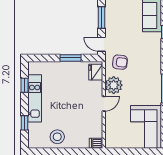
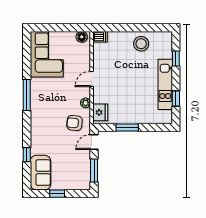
door: (101, 44) -> (94, 142), swing flipped
plant: (114, 85) -> (86, 103), width x0.53, depth x0.53
floor lamp: (113, 143) -> (82, 37), added

